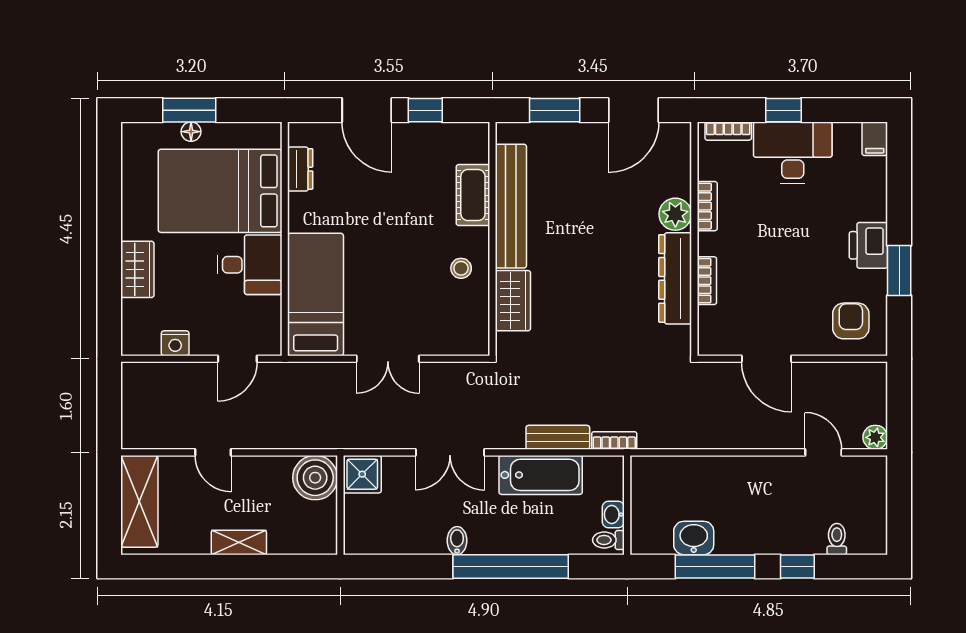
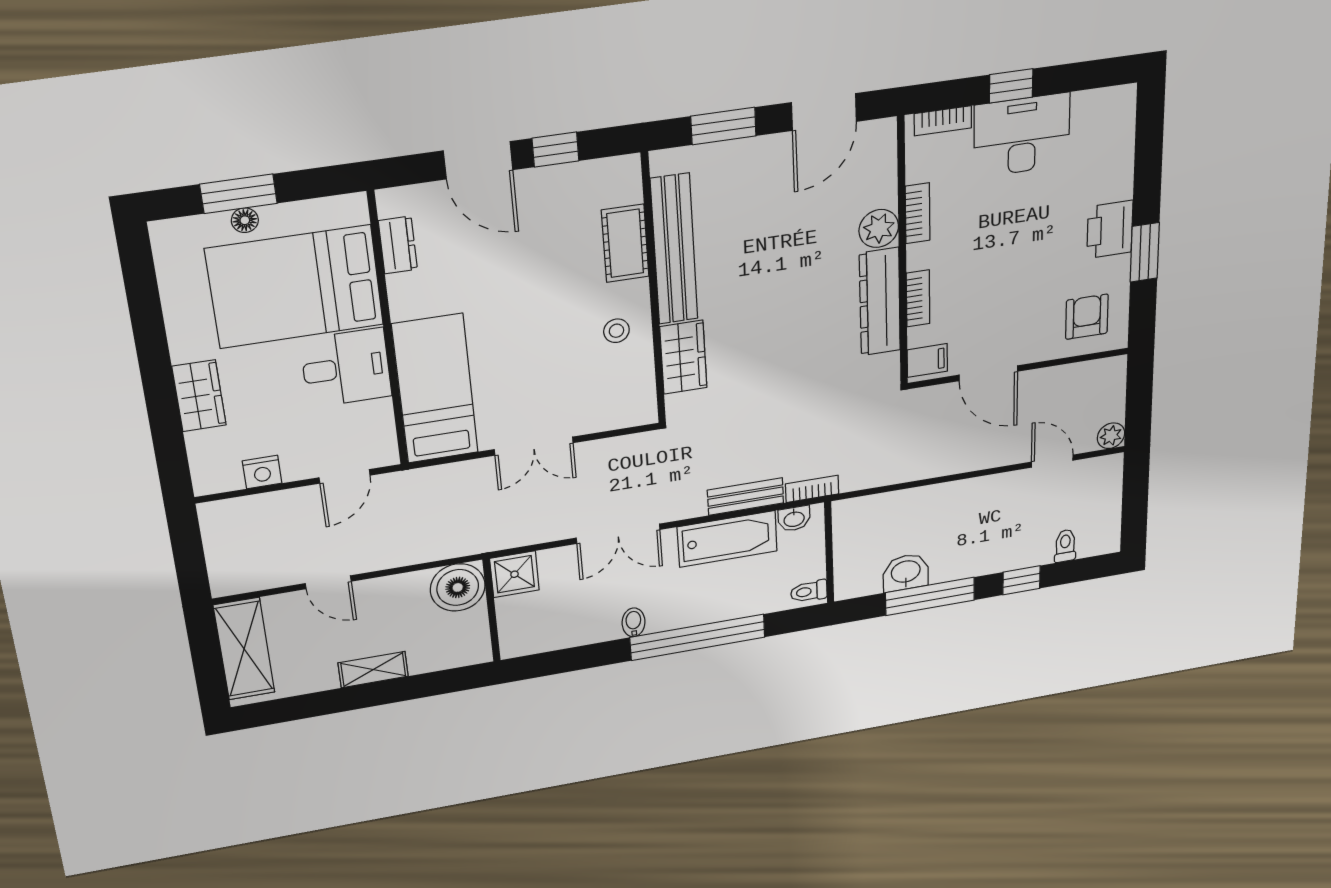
filing cabinet: (875, 139) -> (927, 360), moved, turned -90
washbasin: (613, 515) -> (794, 519), moved, turned -90

